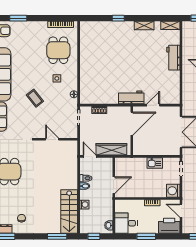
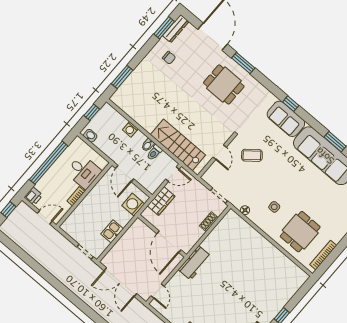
dining table: (58, 50) -> (300, 232), turned 90
coffee table: (35, 98) -> (252, 155), moved
door: (153, 105) -> (157, 291), moved
door: (52, 139) -> (220, 152), hinge flipped
wardrobe: (111, 149) -> (161, 201), width x0.67
washing machine: (173, 191) -> (133, 205), moved, turned -90
stairs: (69, 211) -> (178, 145), moved
desk: (126, 223) -> (84, 172), moved, turned 90
printer: (169, 226) -> (33, 196), width x0.53, depth x0.68
window: (146, 236) -> (49, 163), width x2.11

